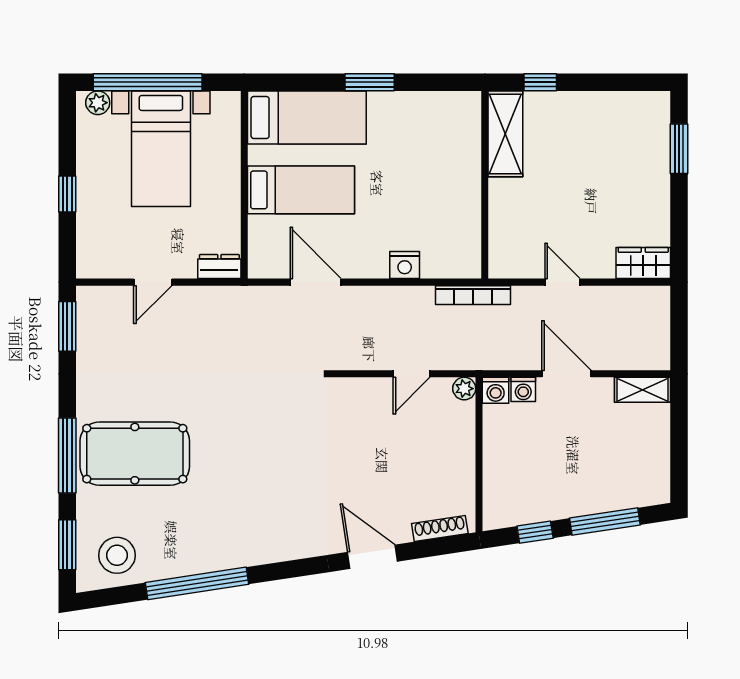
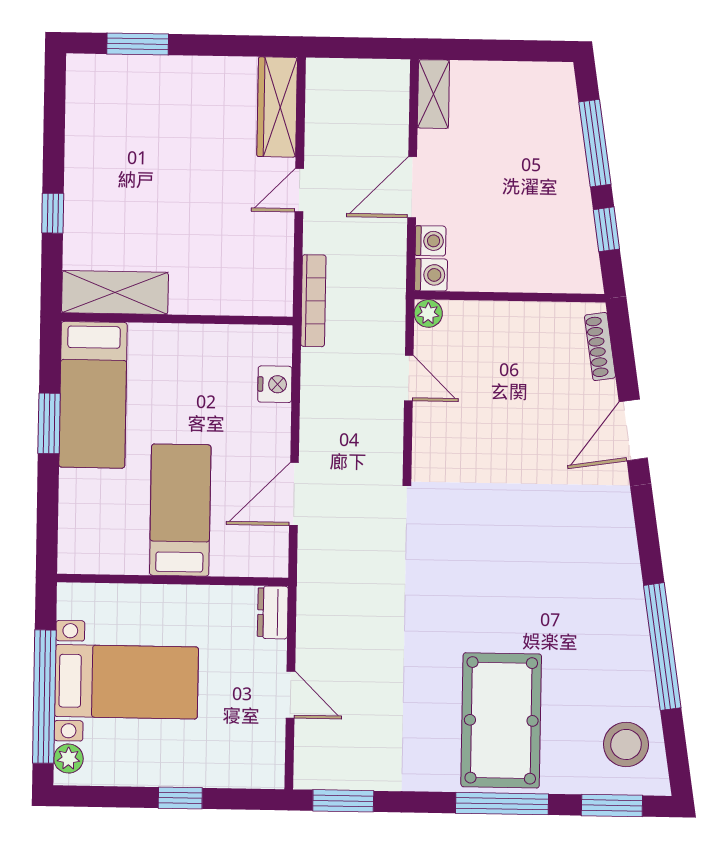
bed: (307, 117) -> (93, 395), moved, turned 180
shelving: (505, 134) -> (115, 293), moved
wall: (485, 185) -> (177, 319), moved
wardrobe: (643, 263) -> (277, 107), width x1.50

